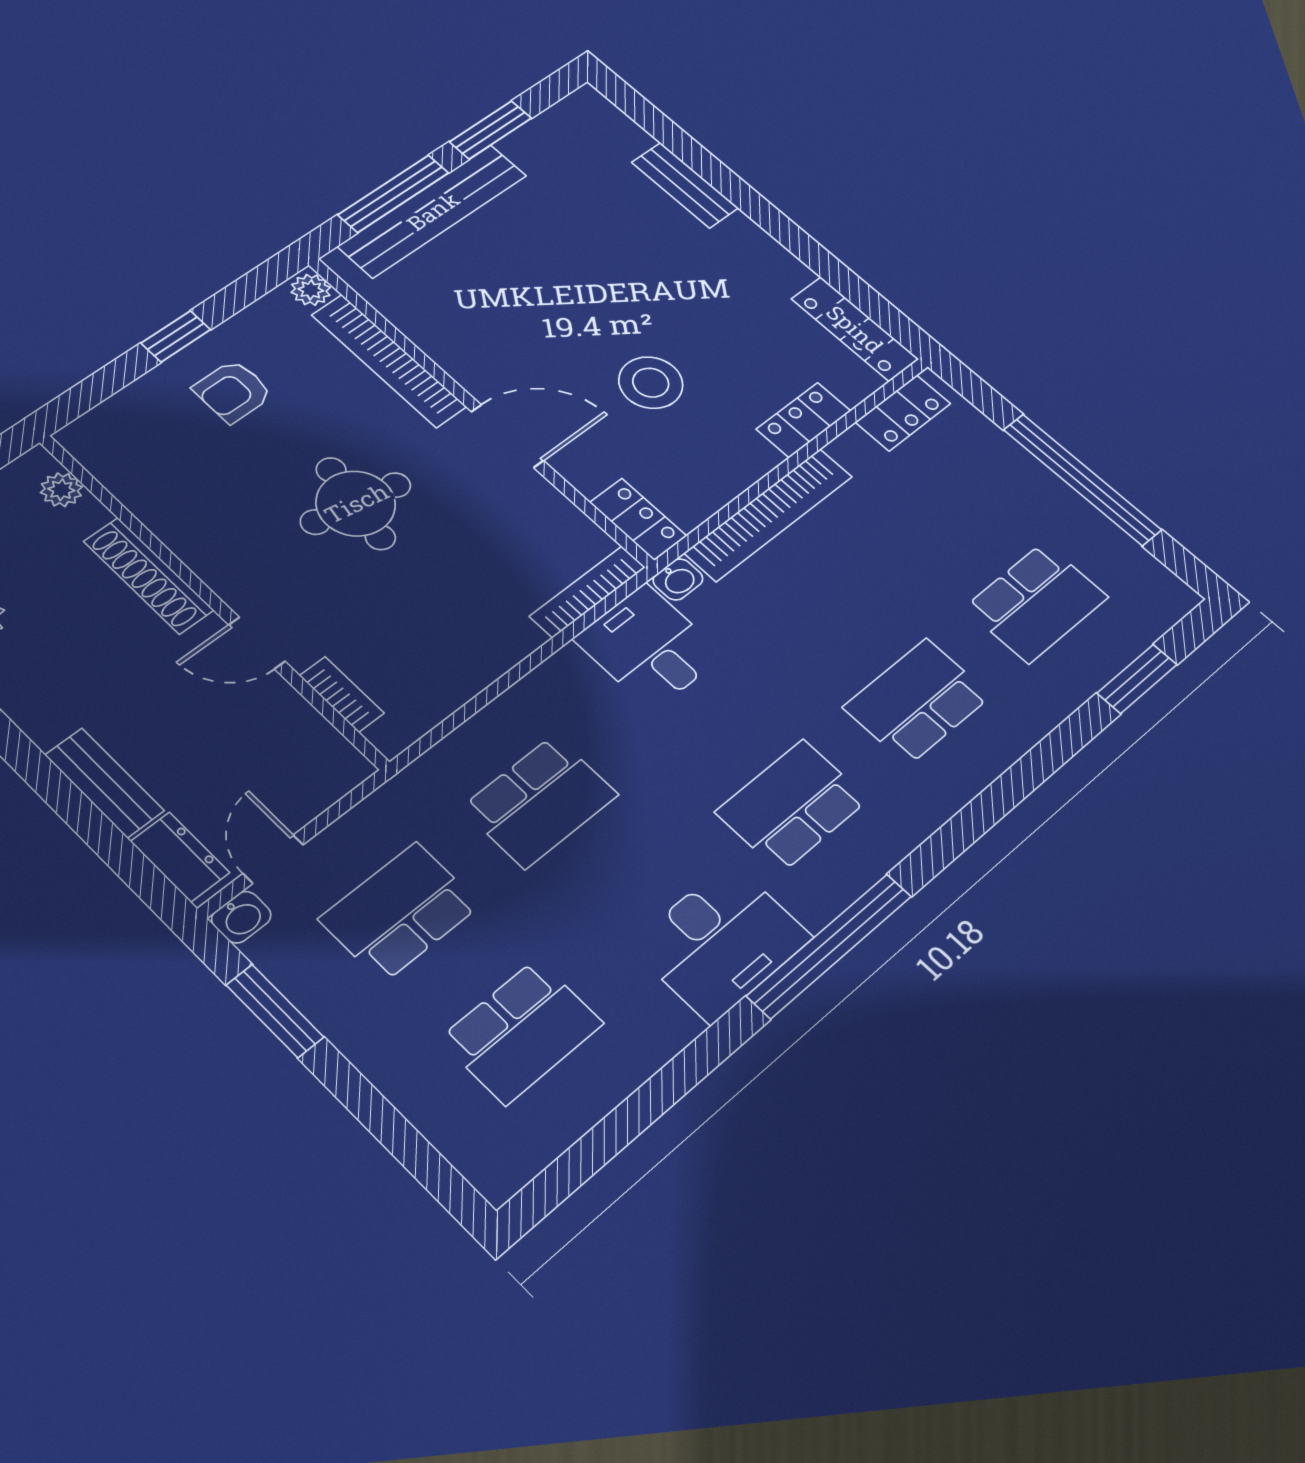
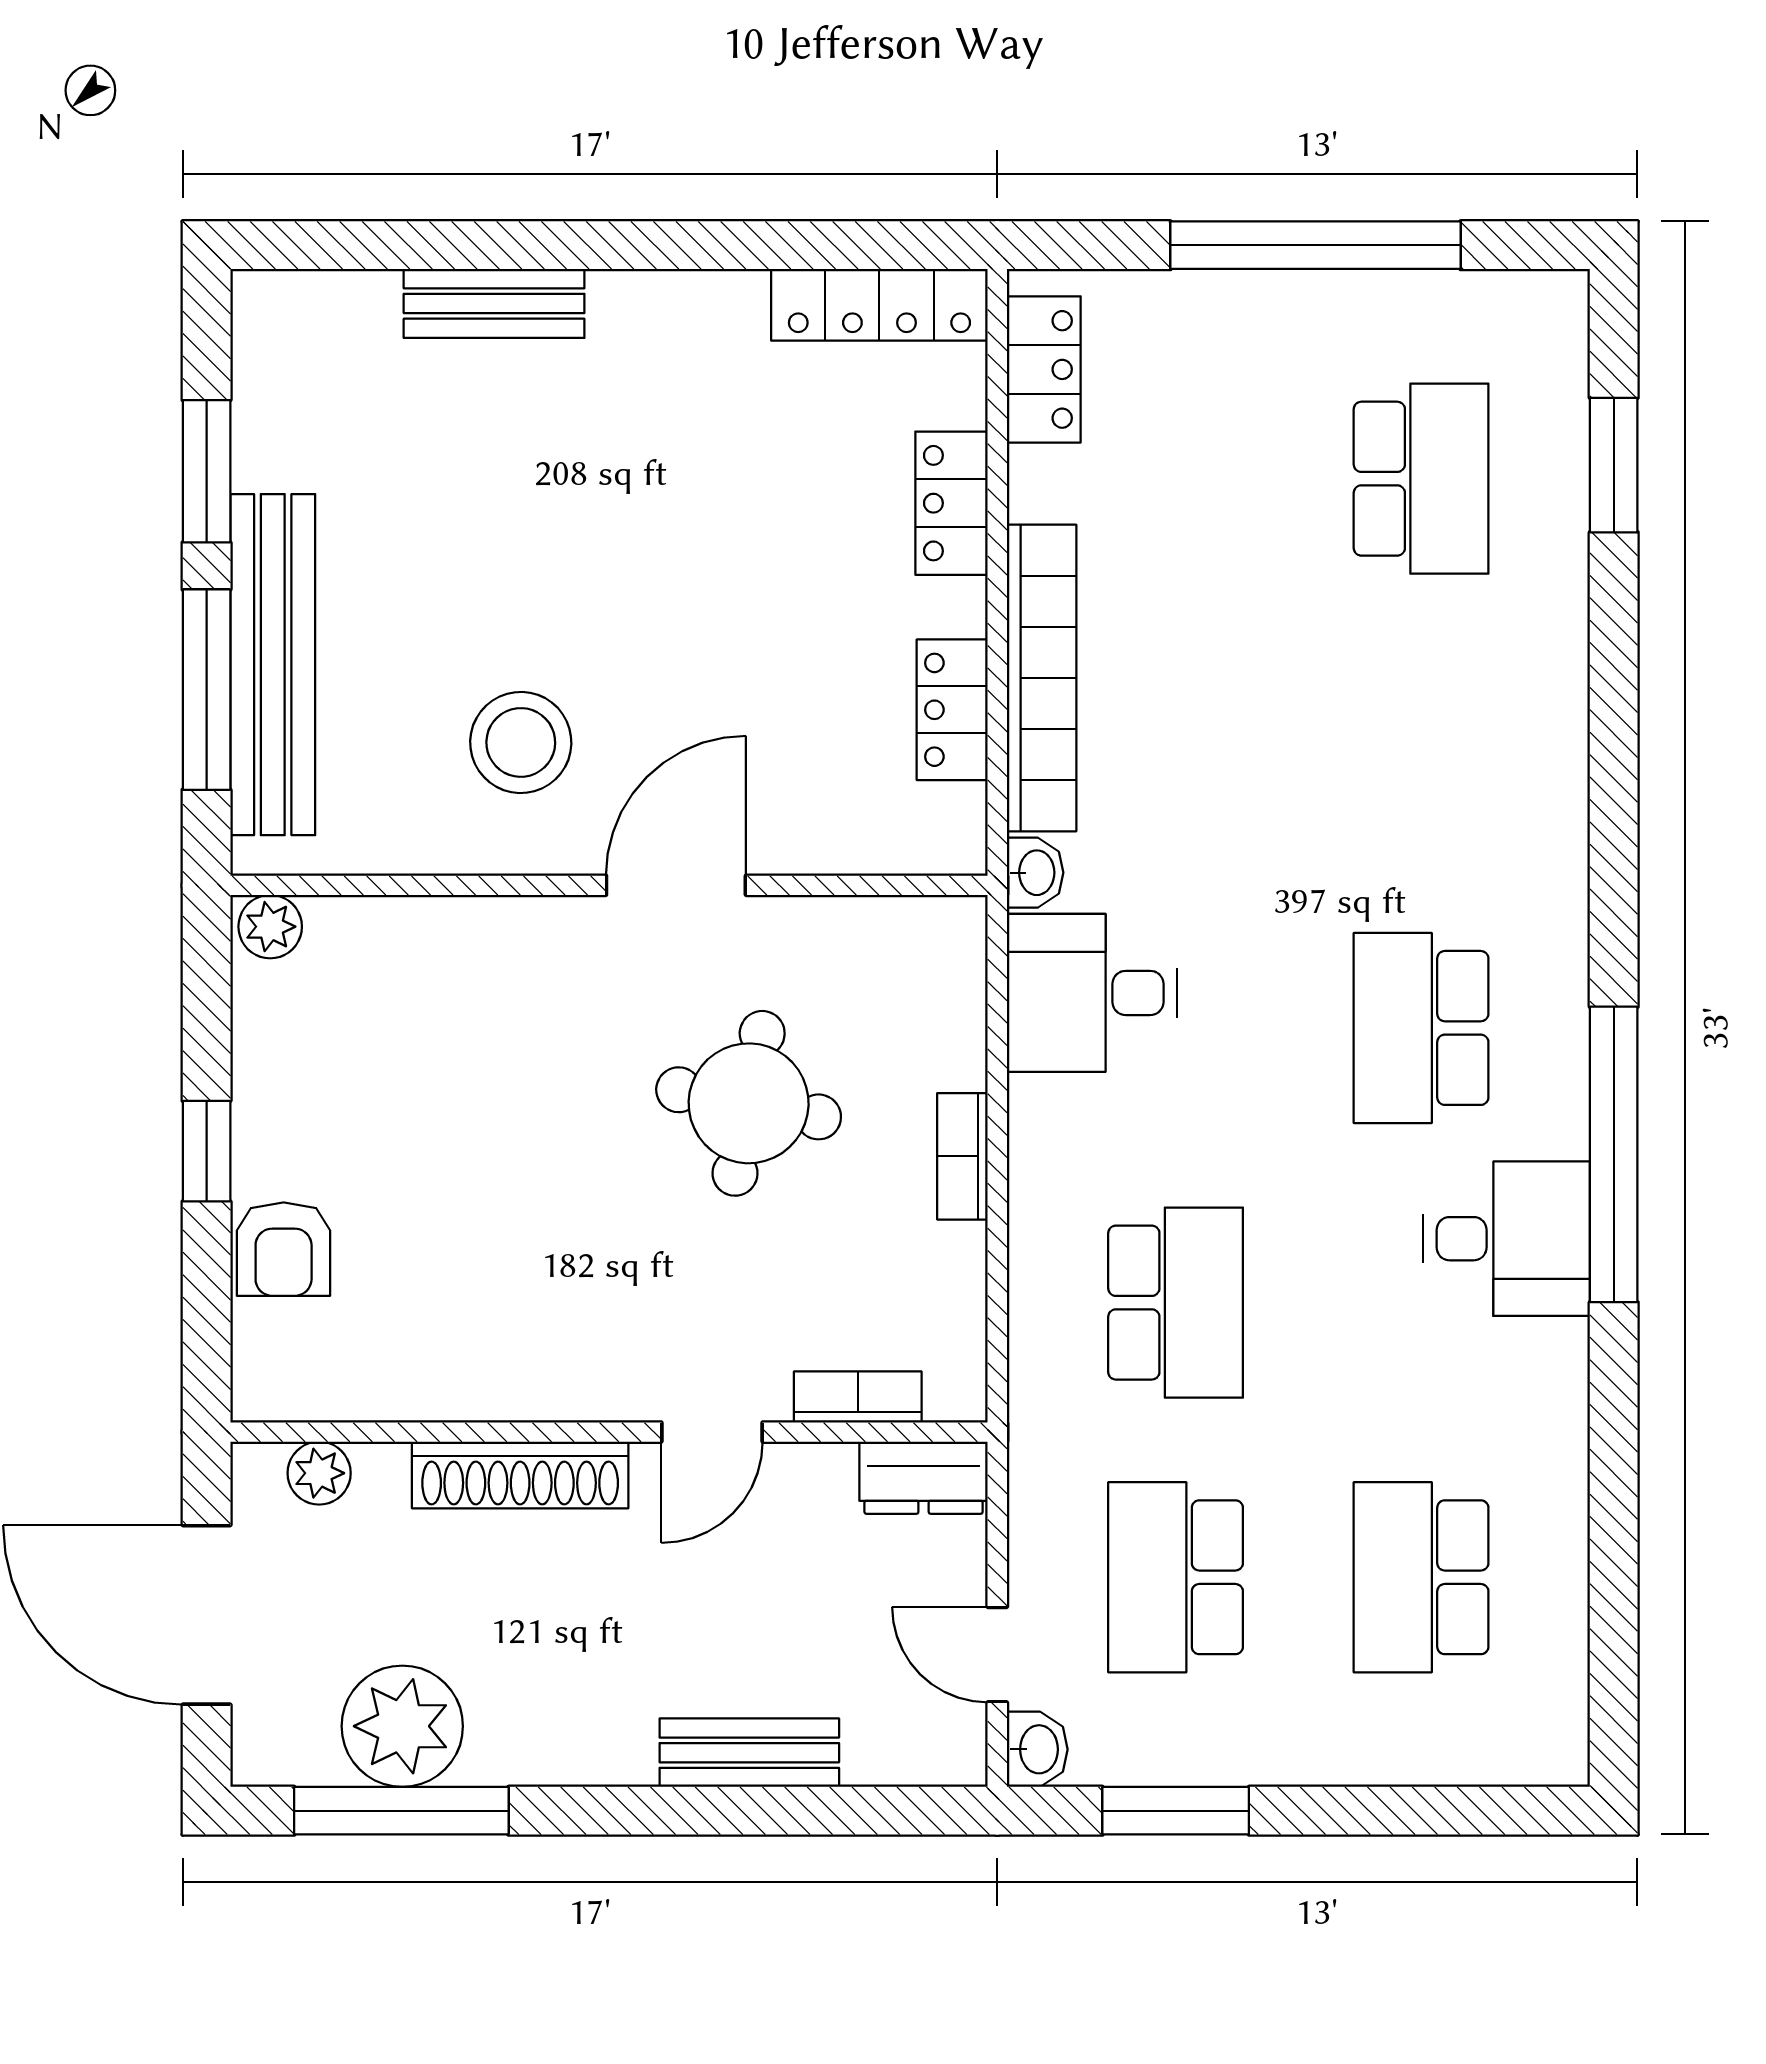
bookcase: (389, 361) -> (452, 927), removed
stool: (651, 383) -> (521, 742), moved
armchair: (233, 391) -> (284, 1249), moved
round table: (356, 503) -> (749, 1103), moved
locker: (638, 519) -> (952, 710), moved, turned -90
bookcase: (588, 592) -> (962, 1156), moved, width x0.64
school desk: (917, 701) -> (1421, 753), removed
dresser: (180, 857) -> (924, 1478), moved, turned 180
desk: (721, 942) -> (1507, 1239), width x0.73
school desk: (521, 1031) -> (1421, 1577), turned 180

